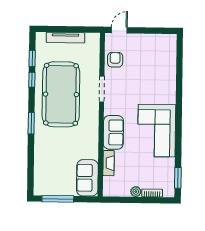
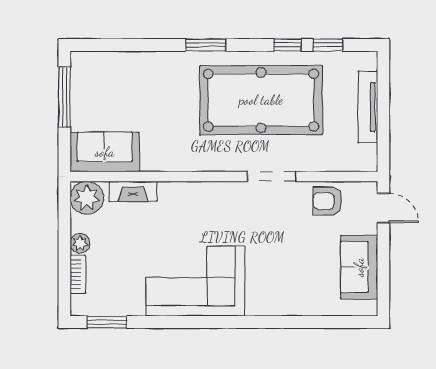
armchair: (115, 60) -> (328, 201), turned 180
sofa: (113, 132) -> (359, 267), moved, turned 90
plant: (112, 188) -> (87, 198), added

